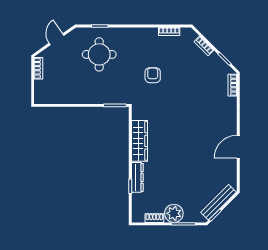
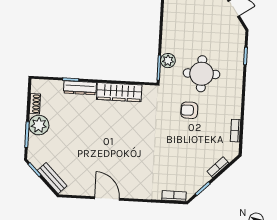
round table: (99, 54) -> (202, 74), moved
armchair: (153, 75) -> (189, 110), turned 180
plant: (108, 97) -> (168, 61), added
bench: (219, 202) -> (52, 178), width x0.73

